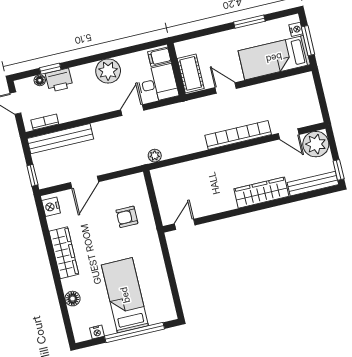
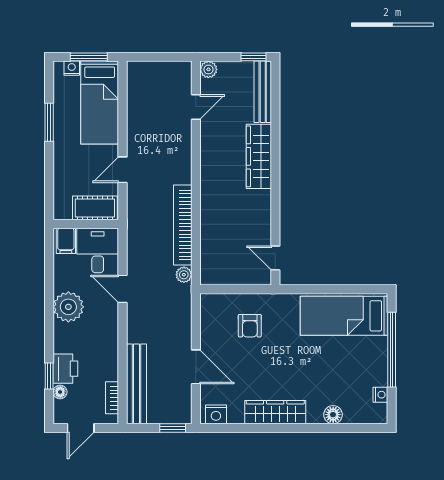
bookcase: (238, 135) -> (183, 225), moved
plant: (316, 144) -> (208, 69), width x0.53, depth x0.53
bed: (125, 295) -> (344, 316), moved

